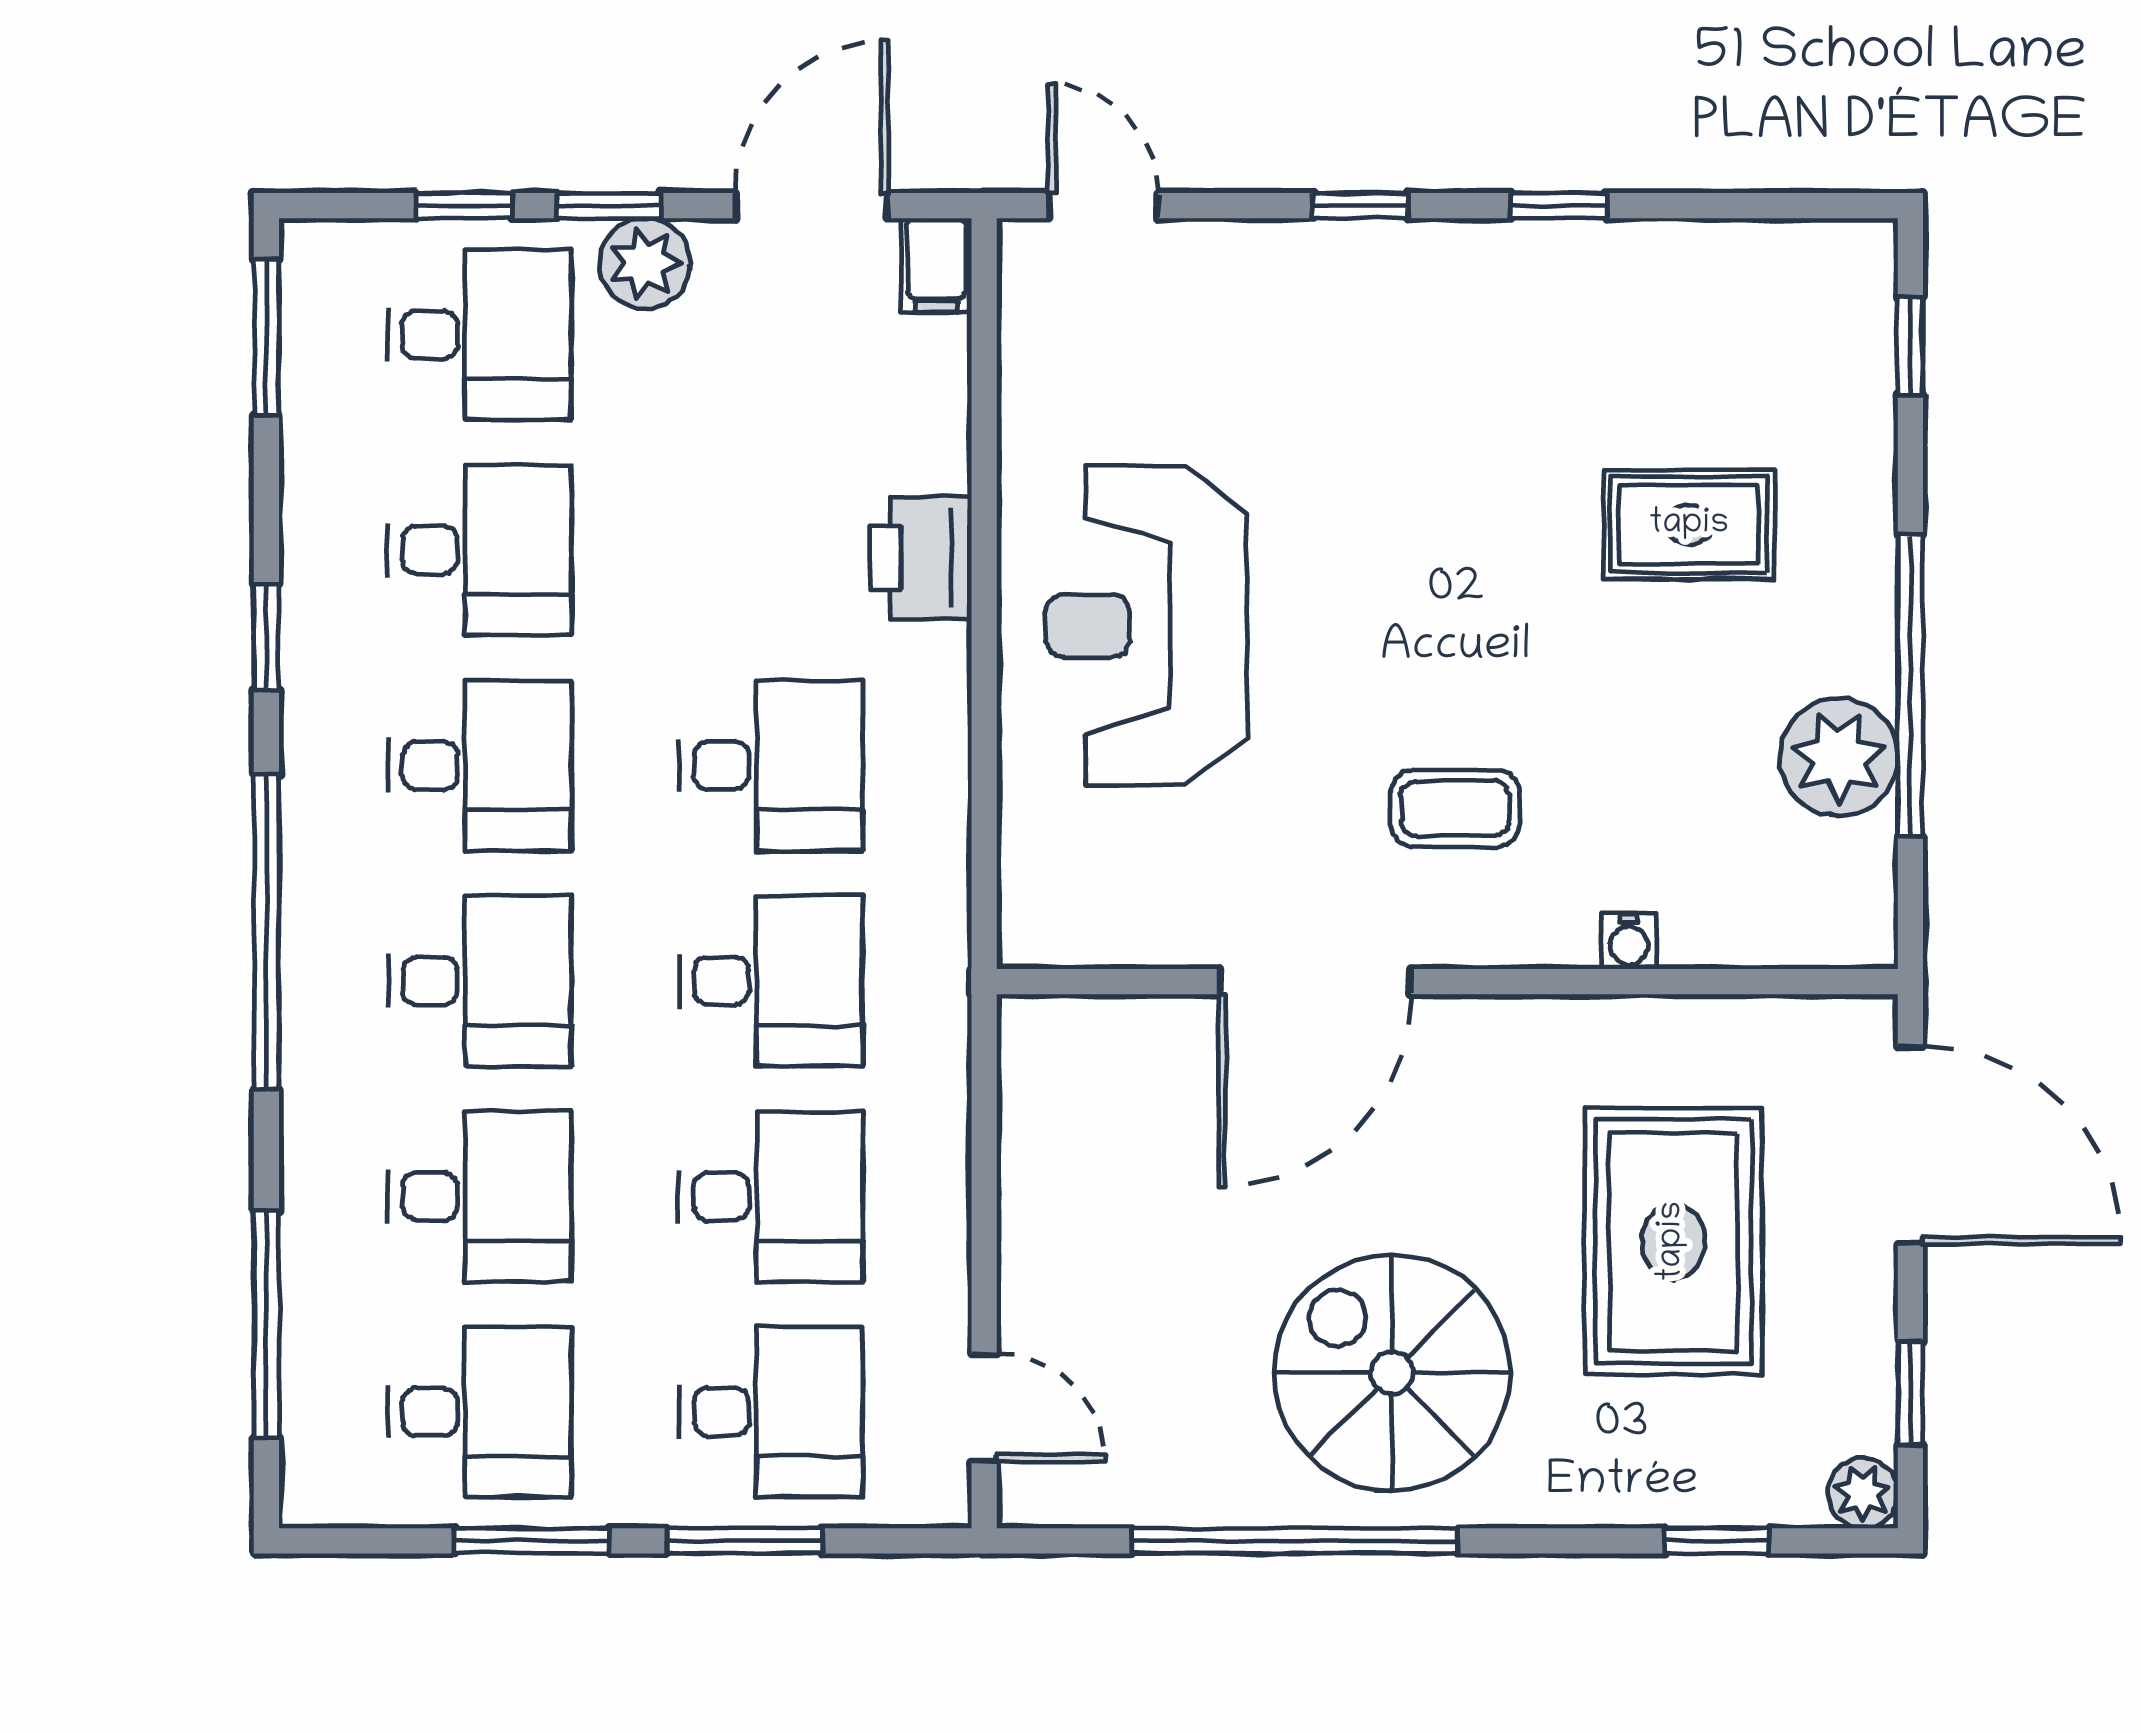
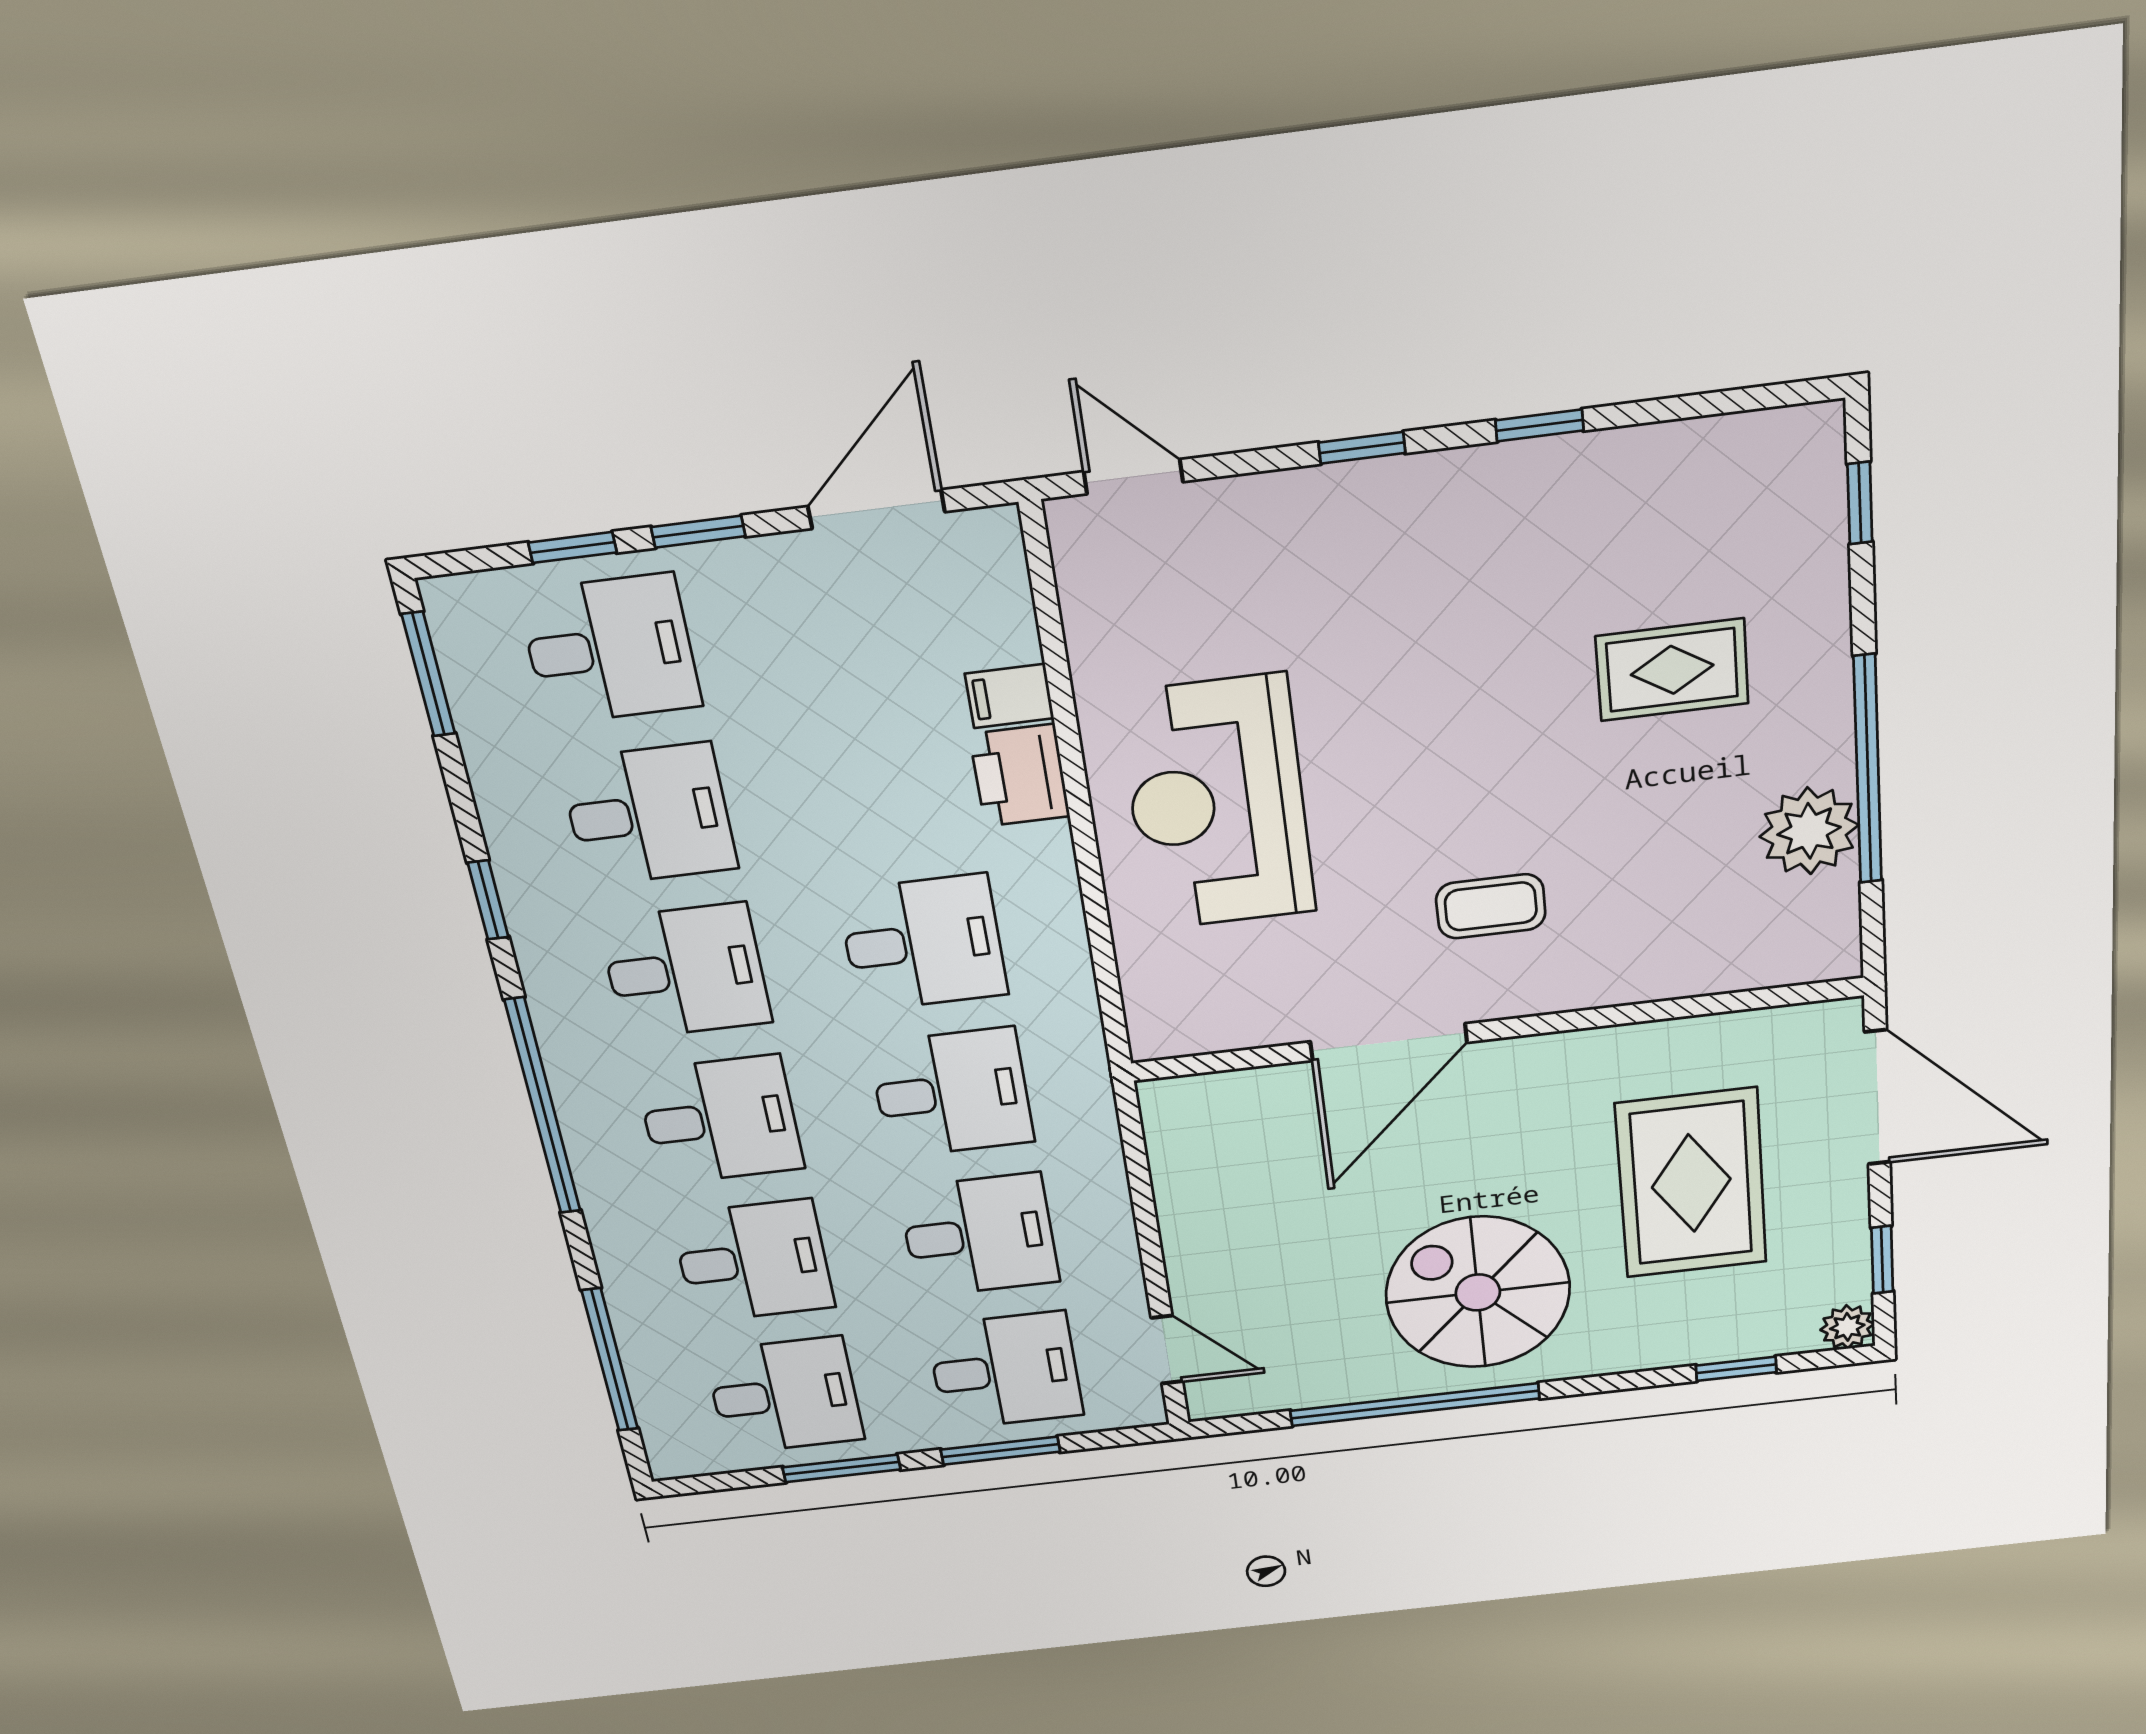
plant: (645, 264) -> (740, 575), removed
filing cabinet: (936, 265) -> (1009, 696), moved, turned 90
water cooler: (1629, 941) -> (1642, 984), removed

